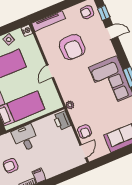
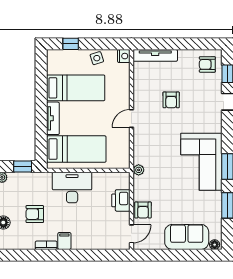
armchair: (72, 47) -> (171, 100), width x0.53, depth x0.53
printer: (62, 121) -> (121, 200), moved
desk: (25, 138) -> (72, 188), width x1.37

